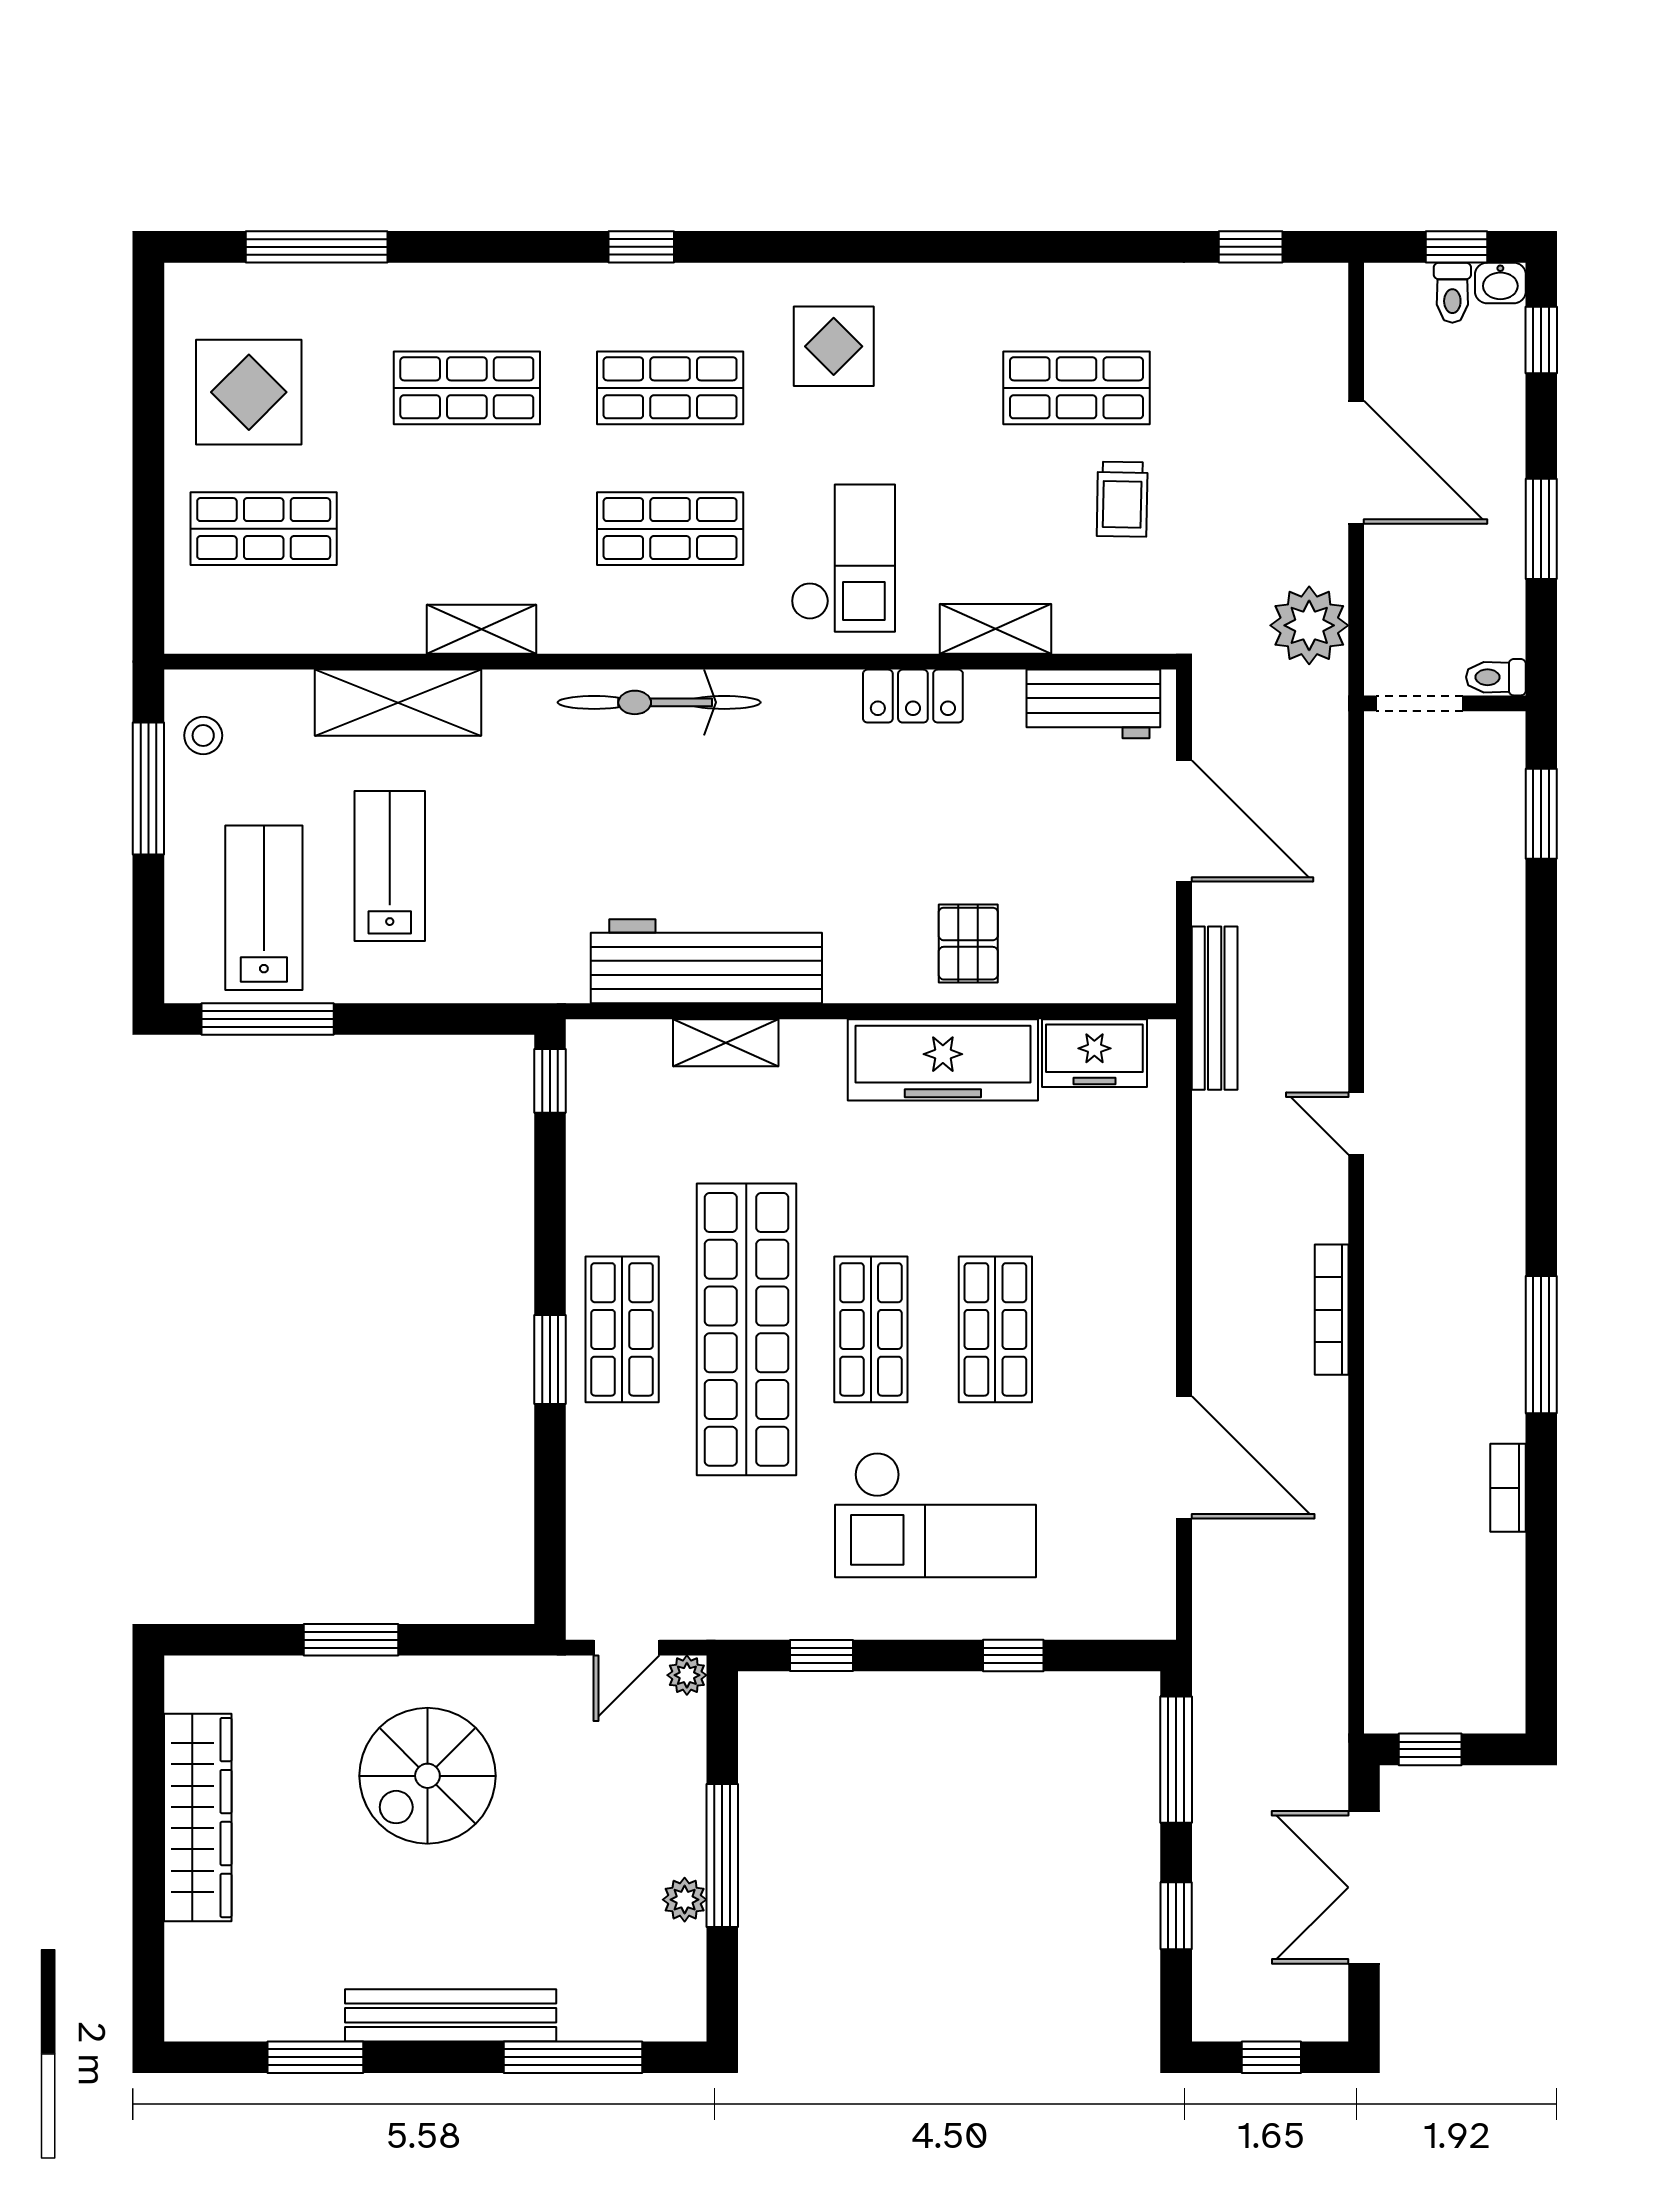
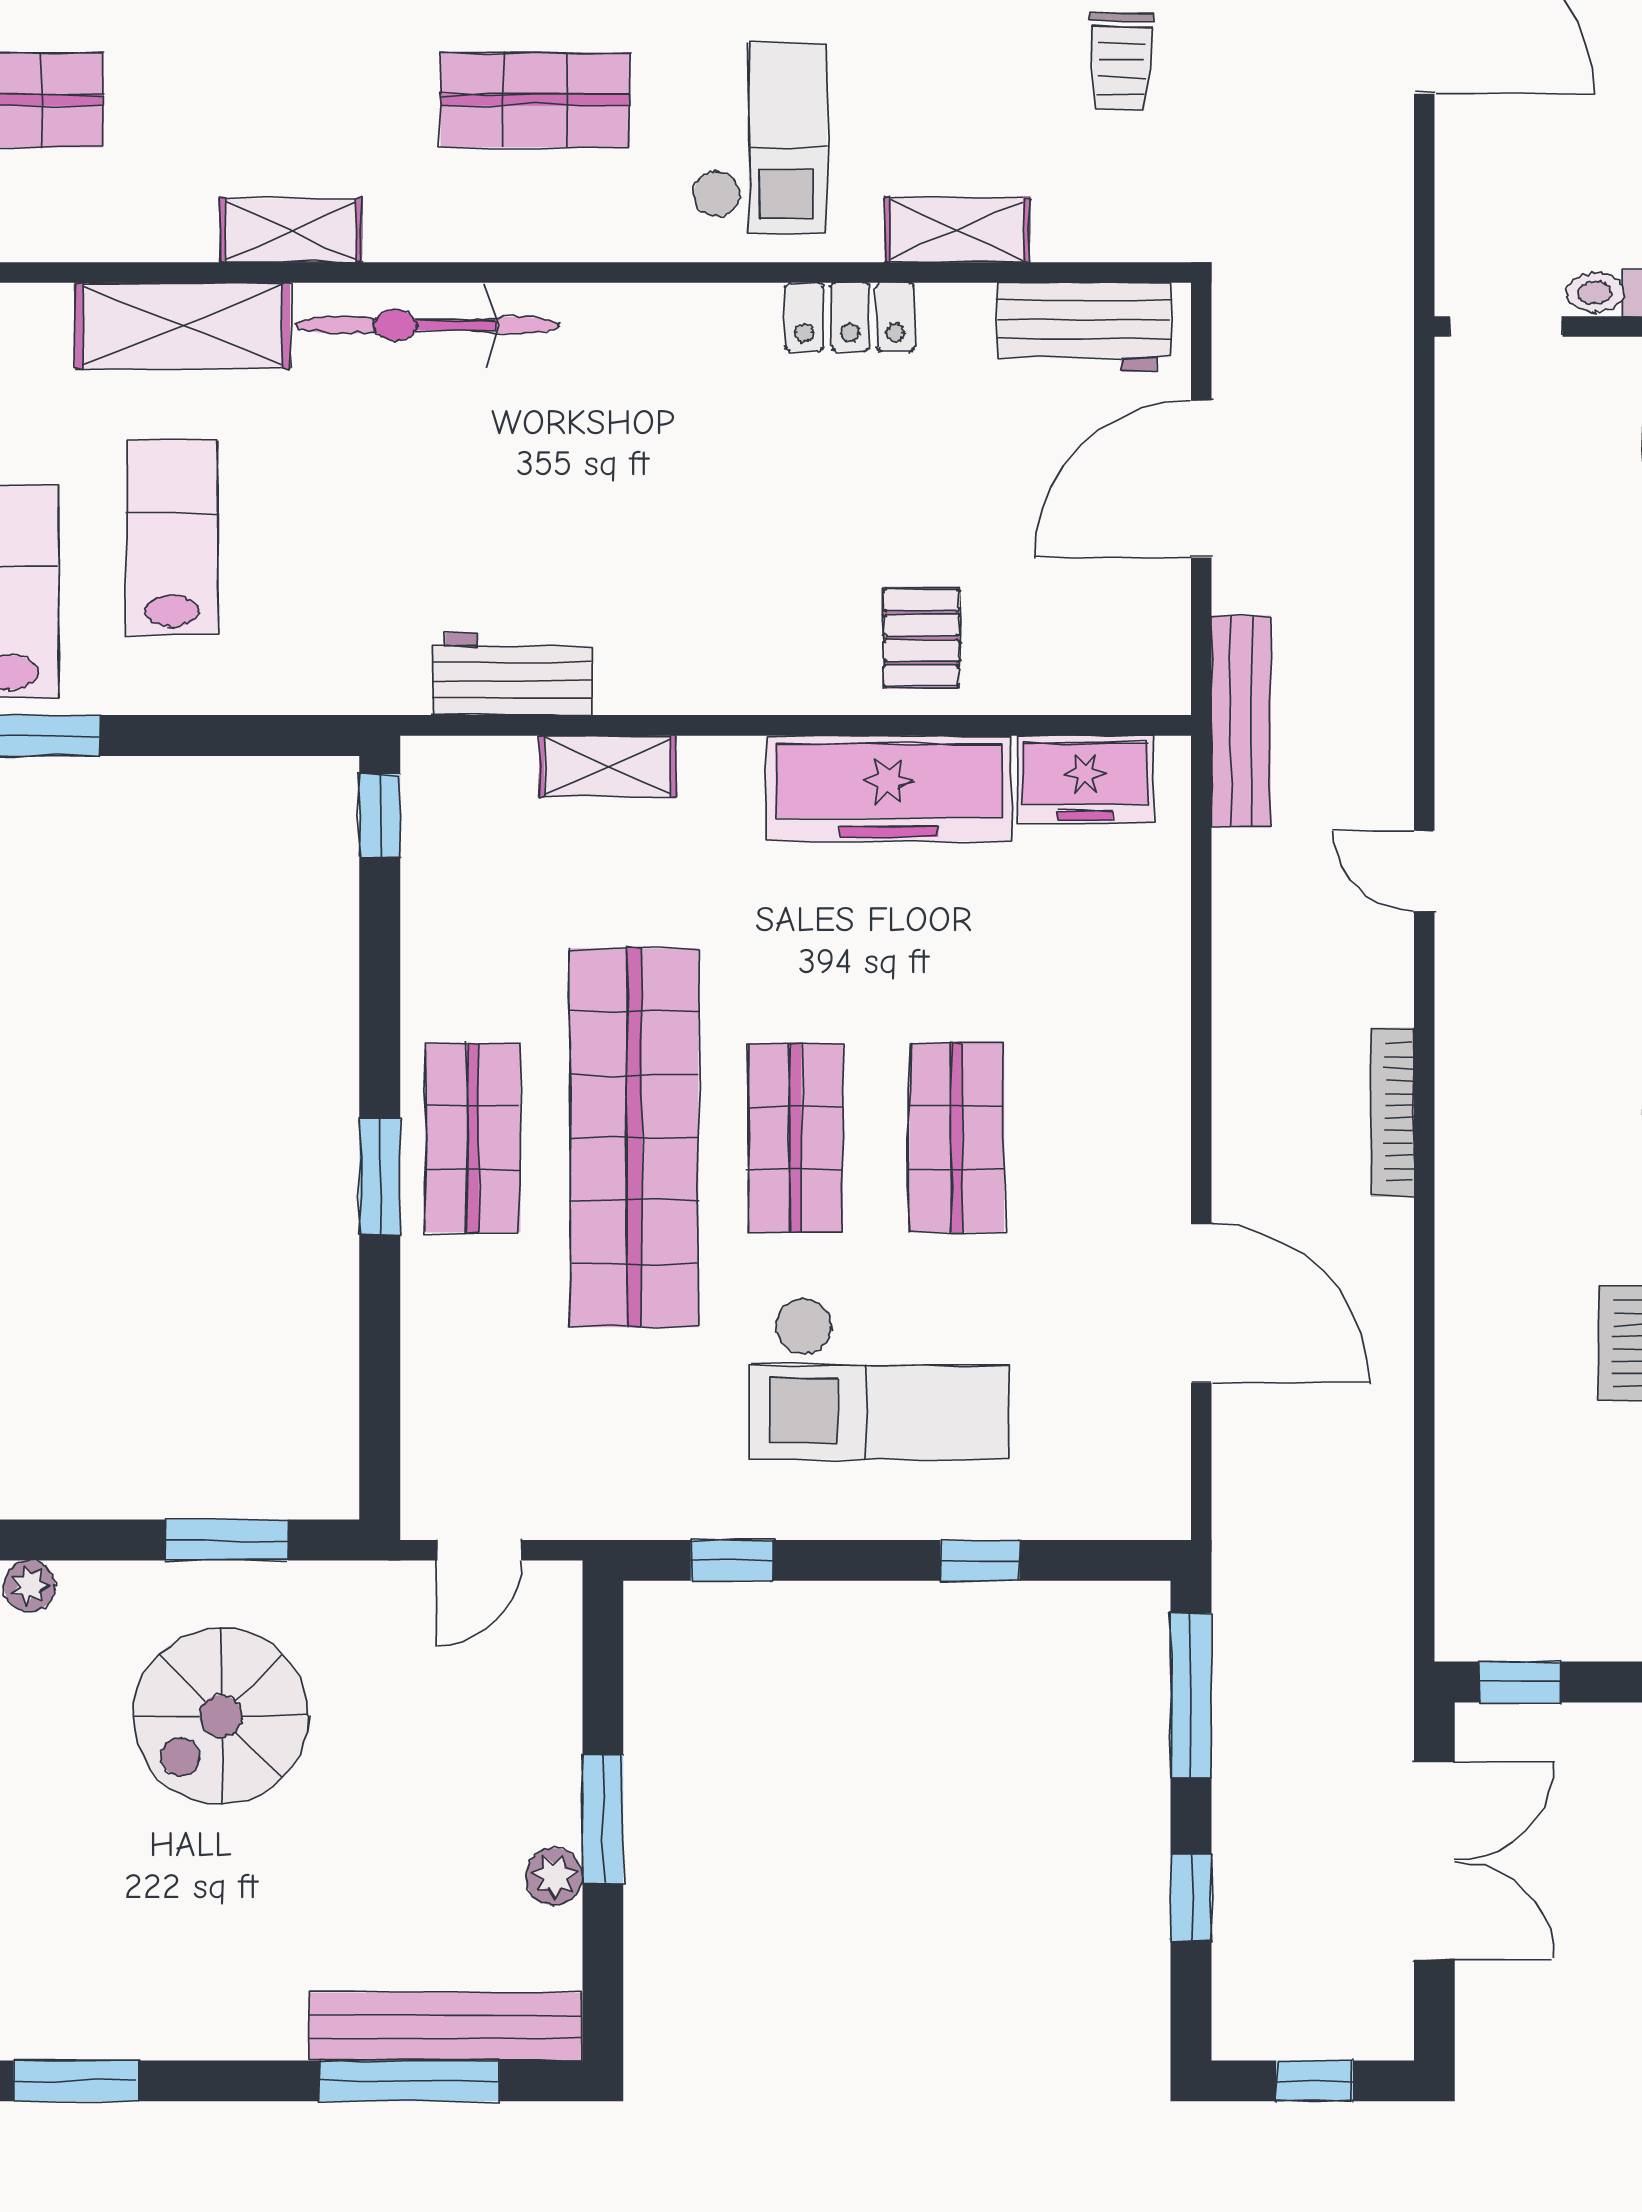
plant: (1309, 625) -> (1363, 225), removed
bicycle: (659, 702) -> (427, 325), moved
door: (1184, 821) -> (1201, 479), swing flipped
workbench: (706, 961) -> (512, 674), width x0.53, depth x0.76
window: (351, 1640) -> (226, 1540), moved
plant: (687, 1675) -> (30, 1586), moved
window: (722, 1855) -> (603, 1819), width x0.69
double door: (1364, 1887) -> (1434, 1861), swing flipped
bench: (451, 2015) -> (446, 2027), moved

